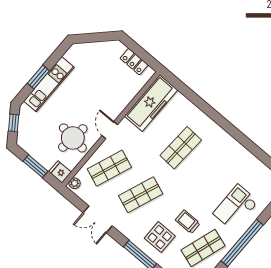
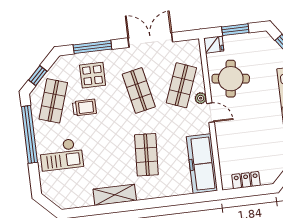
shelving: (229, 144) -> (115, 195), added
plant: (75, 183) -> (201, 98), moved
shop shelf: (141, 195) -> (139, 90), turned -33
checkout: (236, 208) -> (61, 155), turned 90
double door: (98, 219) -> (150, 40), width x1.37

